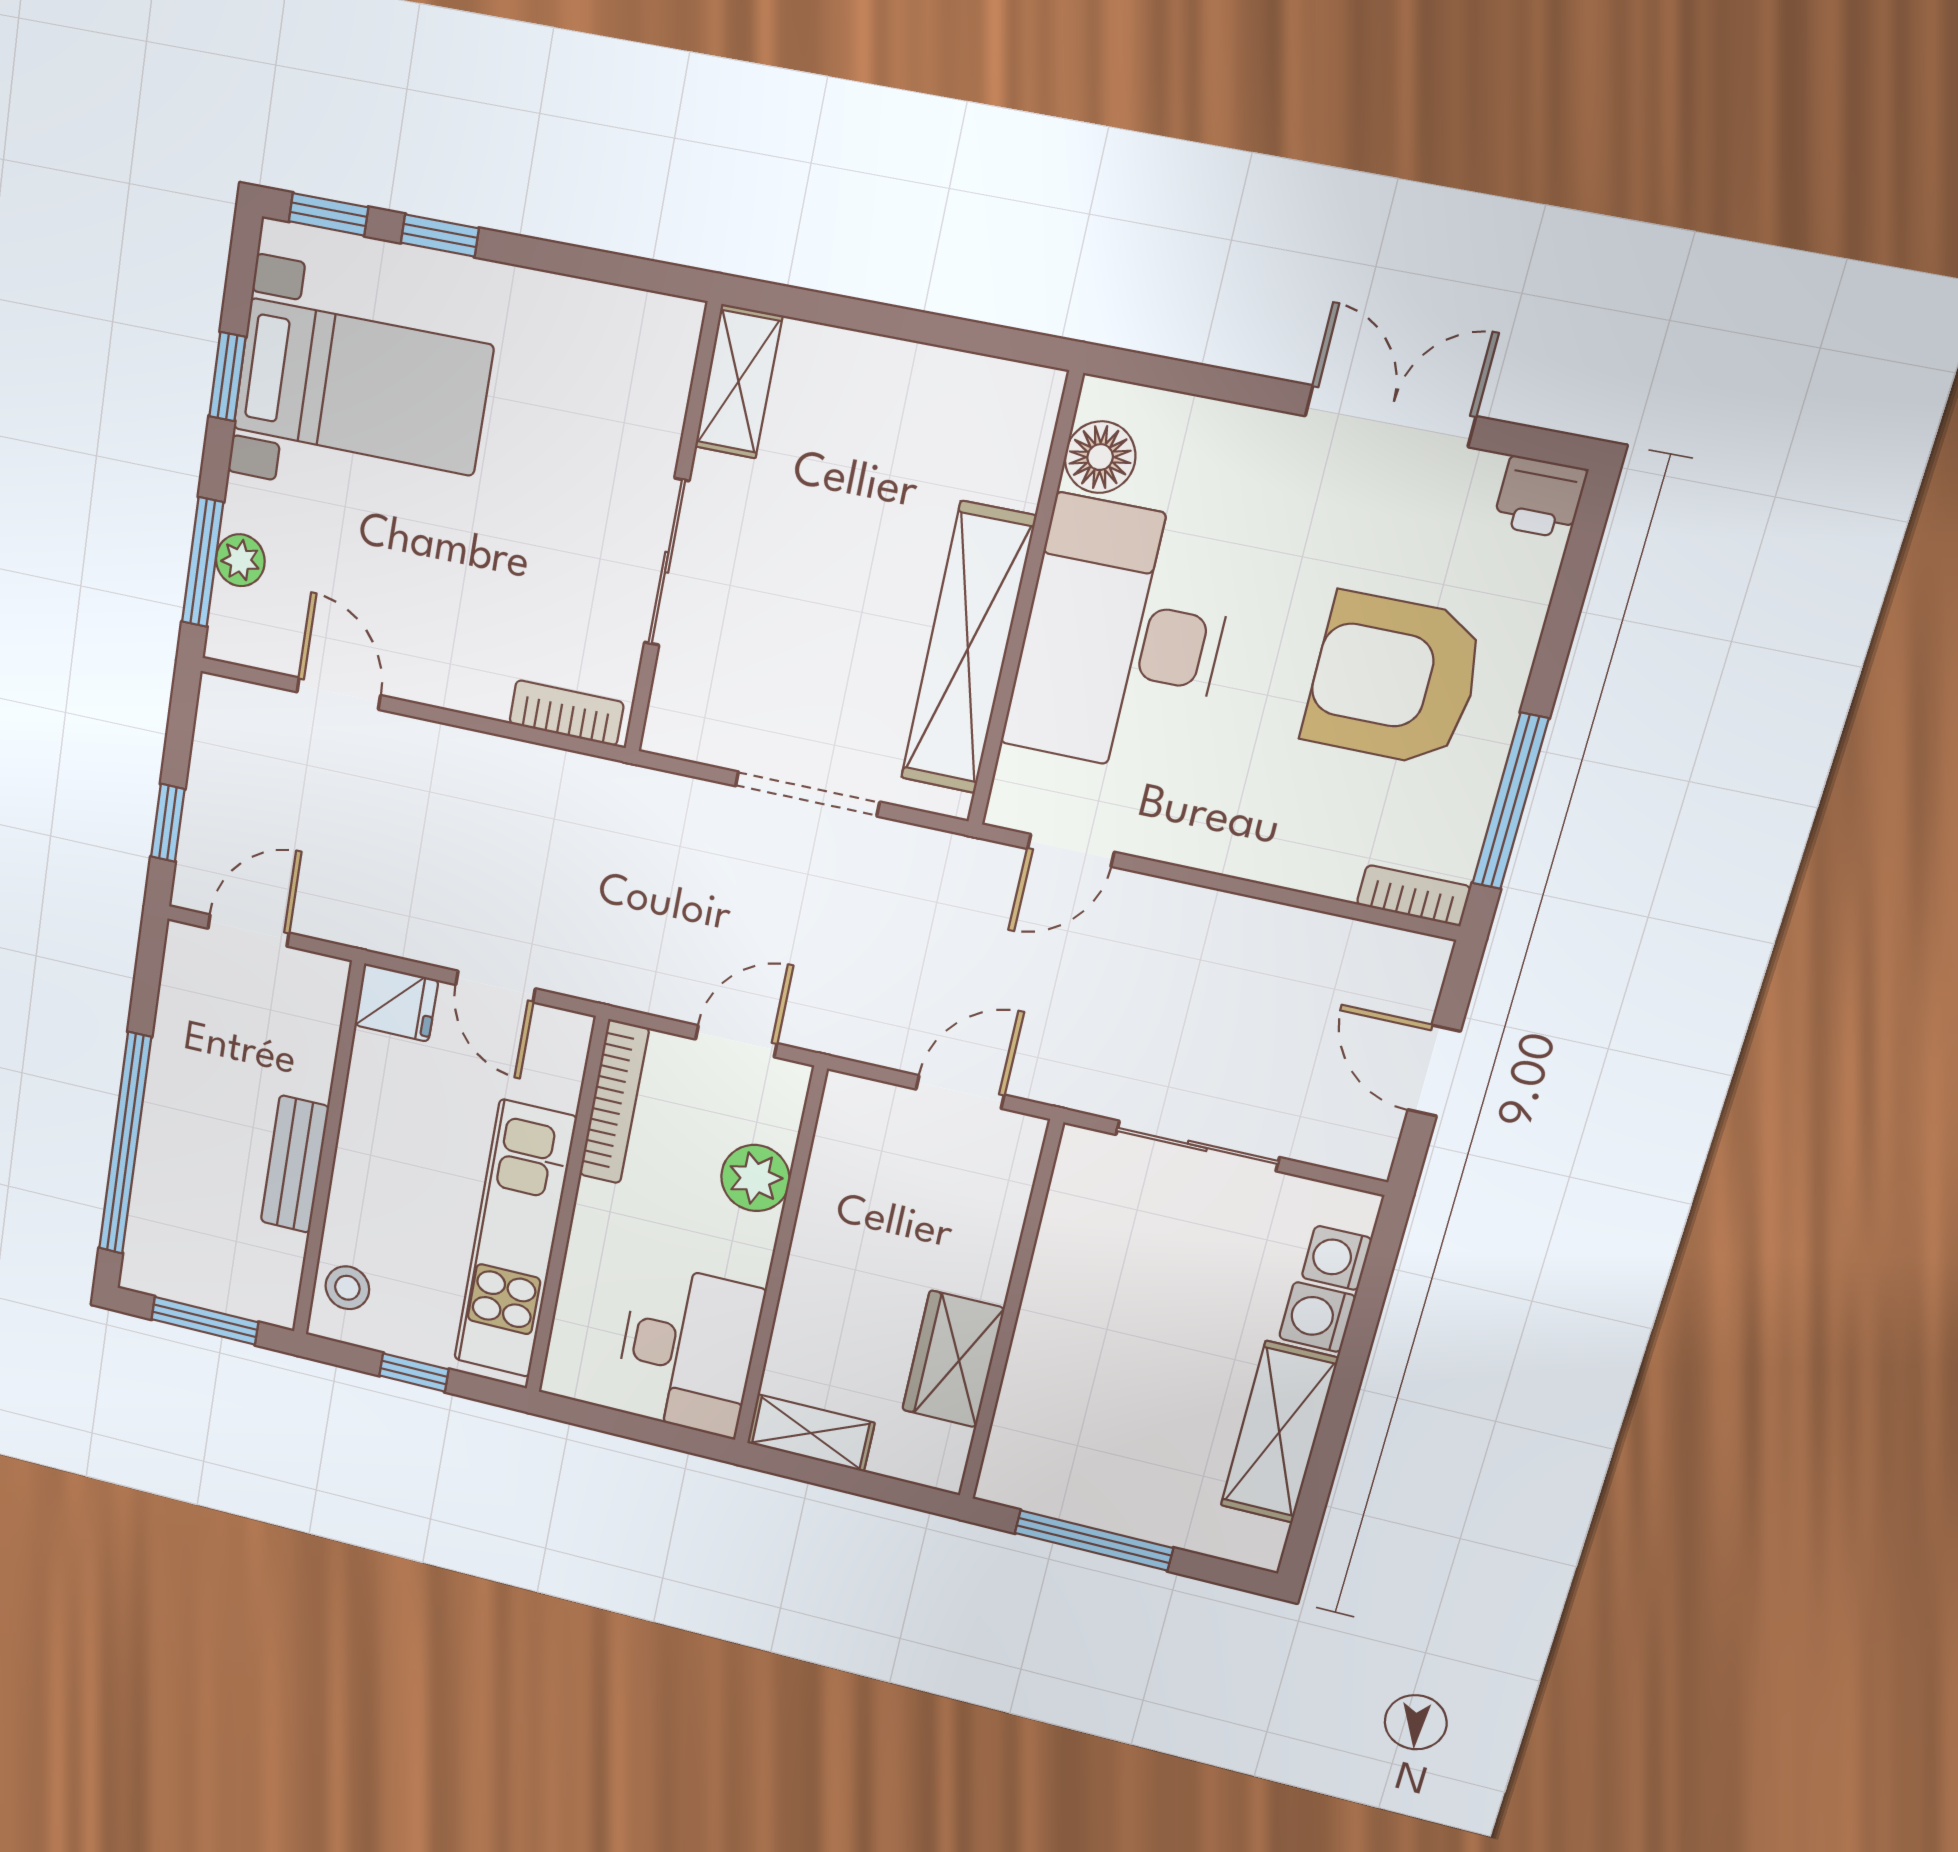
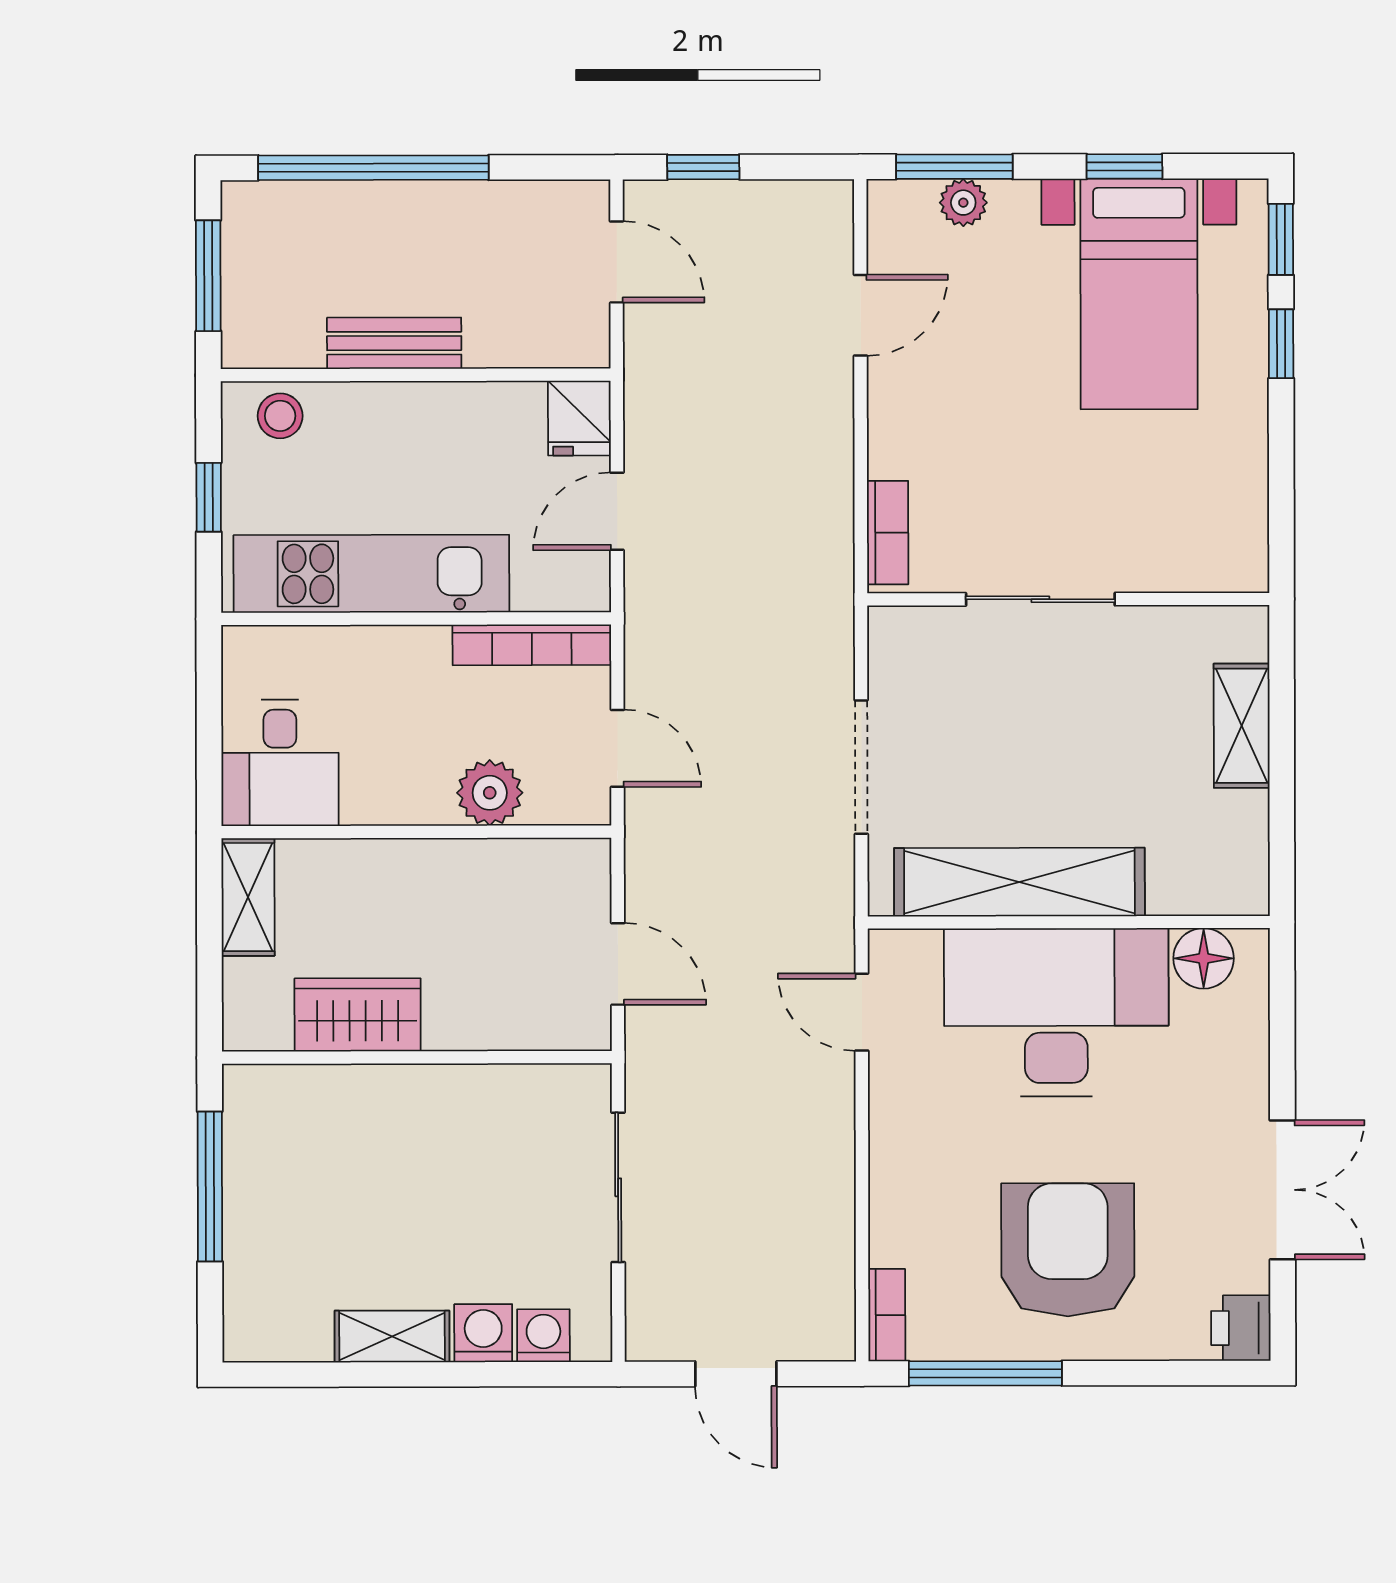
shelving: (738, 382) -> (1242, 726), moved, turned 90
door: (1434, 1071) -> (736, 1374), swing flipped
desk: (688, 1350) -> (280, 763), width x0.73
shelving: (1279, 1432) -> (392, 1336), width x0.67, depth x0.75

